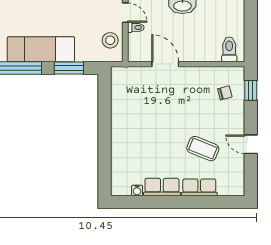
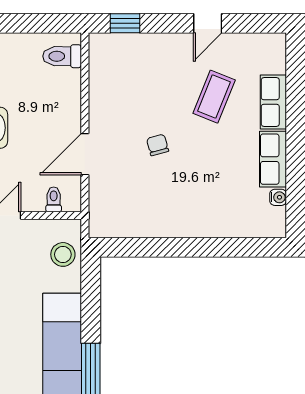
toilet: (136, 28) -> (54, 199), moved
stool: (110, 40) -> (63, 254), moved
window: (69, 68) -> (91, 302), removed
chair: (225, 93) -> (158, 145), moved

